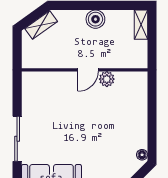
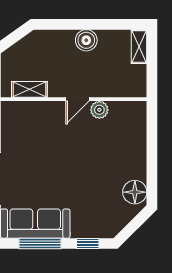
shelving: (41, 25) -> (29, 89), moved, turned 36
floor lamp: (142, 155) -> (135, 192), width x1.89, depth x1.89

